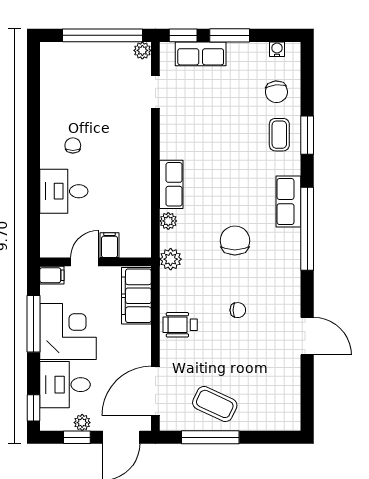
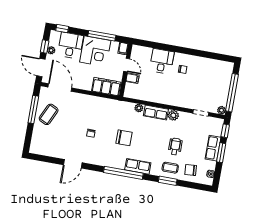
row of seats: (201, 54) -> (213, 148), moved
plant: (171, 259) -> (173, 115), moved
wheelchair: (180, 325) -> (175, 146), moved

